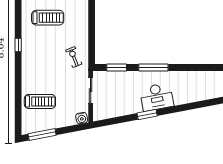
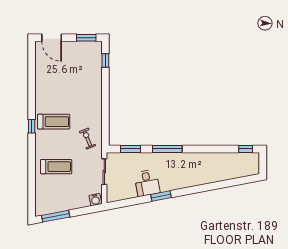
treadmill: (48, 18) -> (54, 122), moved
desk: (157, 97) -> (147, 183), moved, width x0.73
treadmill: (40, 101) -> (56, 167), moved

